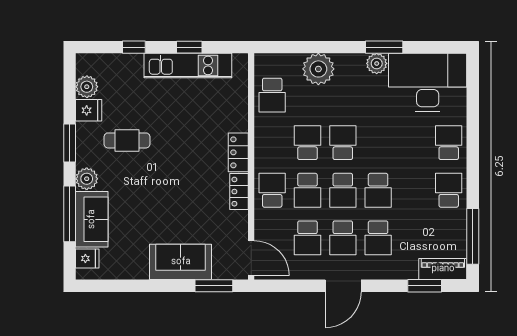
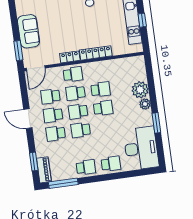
plant: (377, 63) -> (145, 104), moved
school desk: (272, 95) -> (123, 67), removed
locker: (238, 152) -> (96, 53), width x1.53

